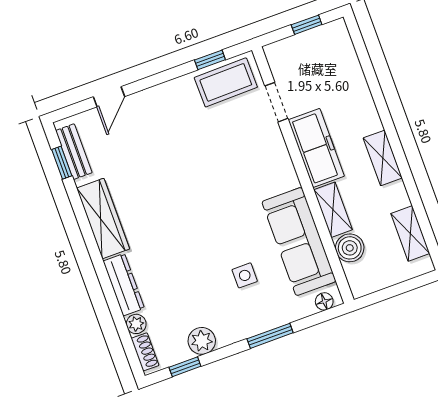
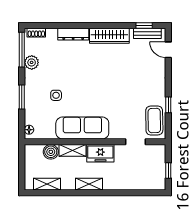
window: (210, 60) -> (168, 105), moved
door: (109, 97) -> (168, 50), moved
freezer: (316, 148) -> (100, 153), width x0.71
sofa: (299, 242) -> (82, 128), moved
plant: (136, 324) -> (52, 33), removed
window: (185, 367) -> (22, 50), width x2.17

